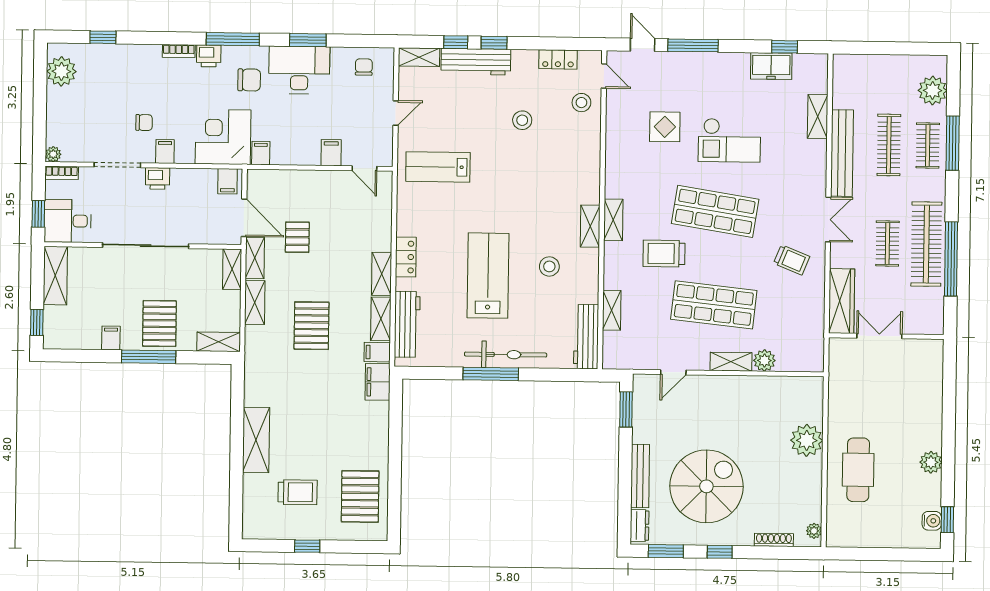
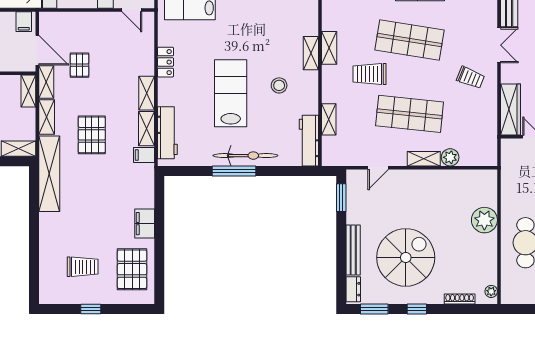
locker: (406, 257) -> (165, 62), moved
filing cabinet: (378, 382) -> (145, 224), moved
shelving: (256, 440) -> (49, 174), moved, width x1.47

